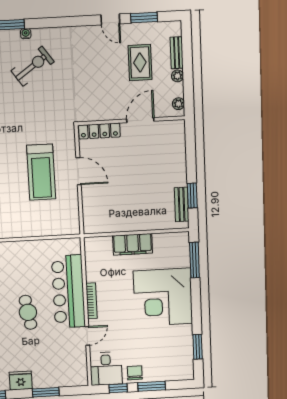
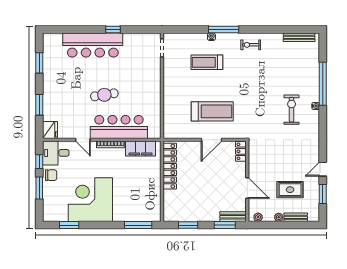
exercise bike: (33, 66) -> (292, 110), turned -145
locker: (99, 131) -> (241, 151), width x0.66
window: (191, 148) -> (225, 225), added
treadmill: (41, 172) -> (212, 111), turned 180
bench: (182, 204) -> (233, 217), moved
locker: (116, 224) -> (170, 166), added
filing cabinet: (133, 244) -> (141, 149), moved, turned -90
corner desk: (163, 297) -> (90, 200), moved
fridge: (21, 381) -> (50, 130), moved

